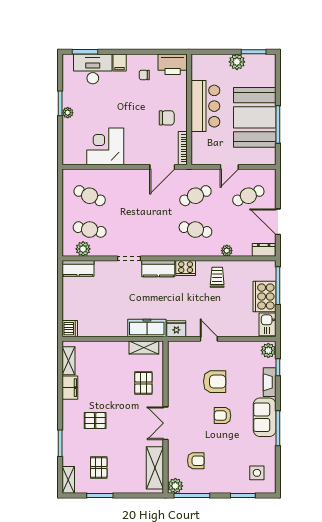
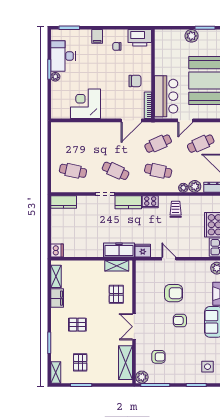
desk: (93, 69) -> (63, 56), moved, turned -90
bar counter: (205, 106) -> (166, 96), moved
cafe table: (90, 196) -> (116, 171), moved
plant: (83, 249) -> (195, 186), moved

